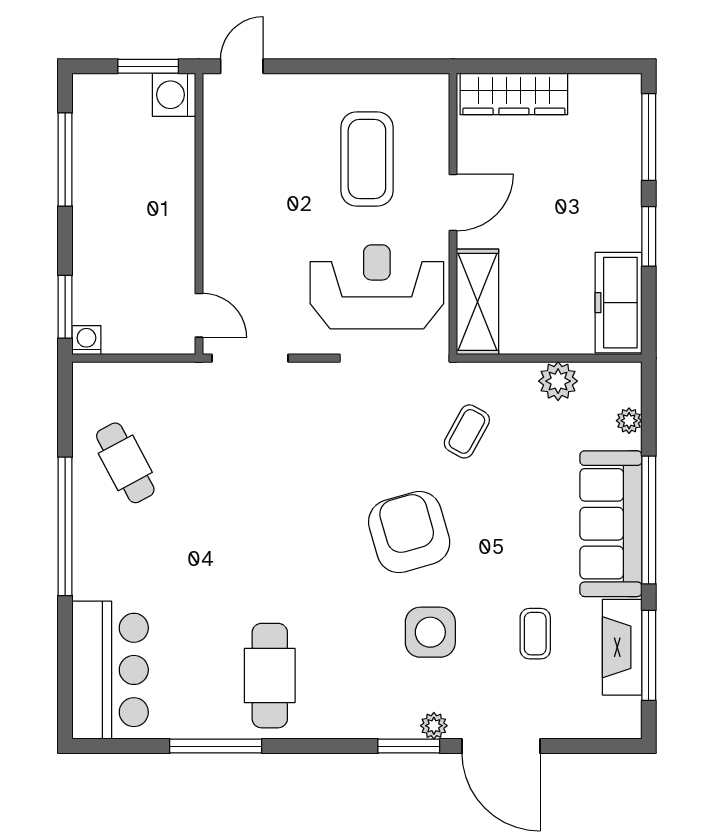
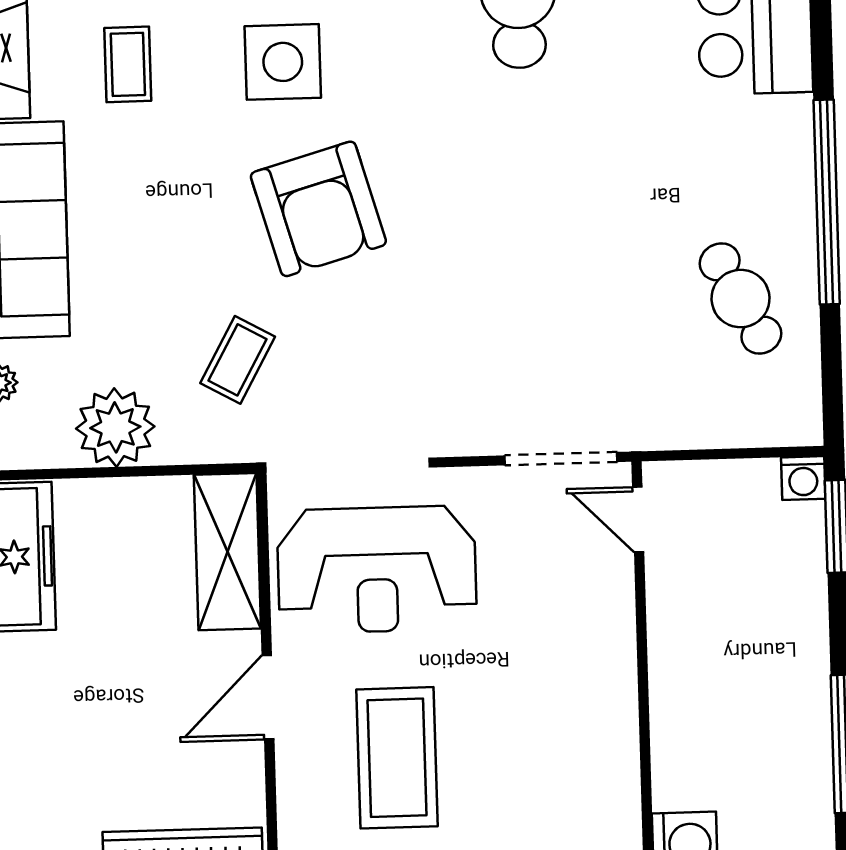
plant: (558, 381) -> (115, 427), width x1.36, depth x1.36

